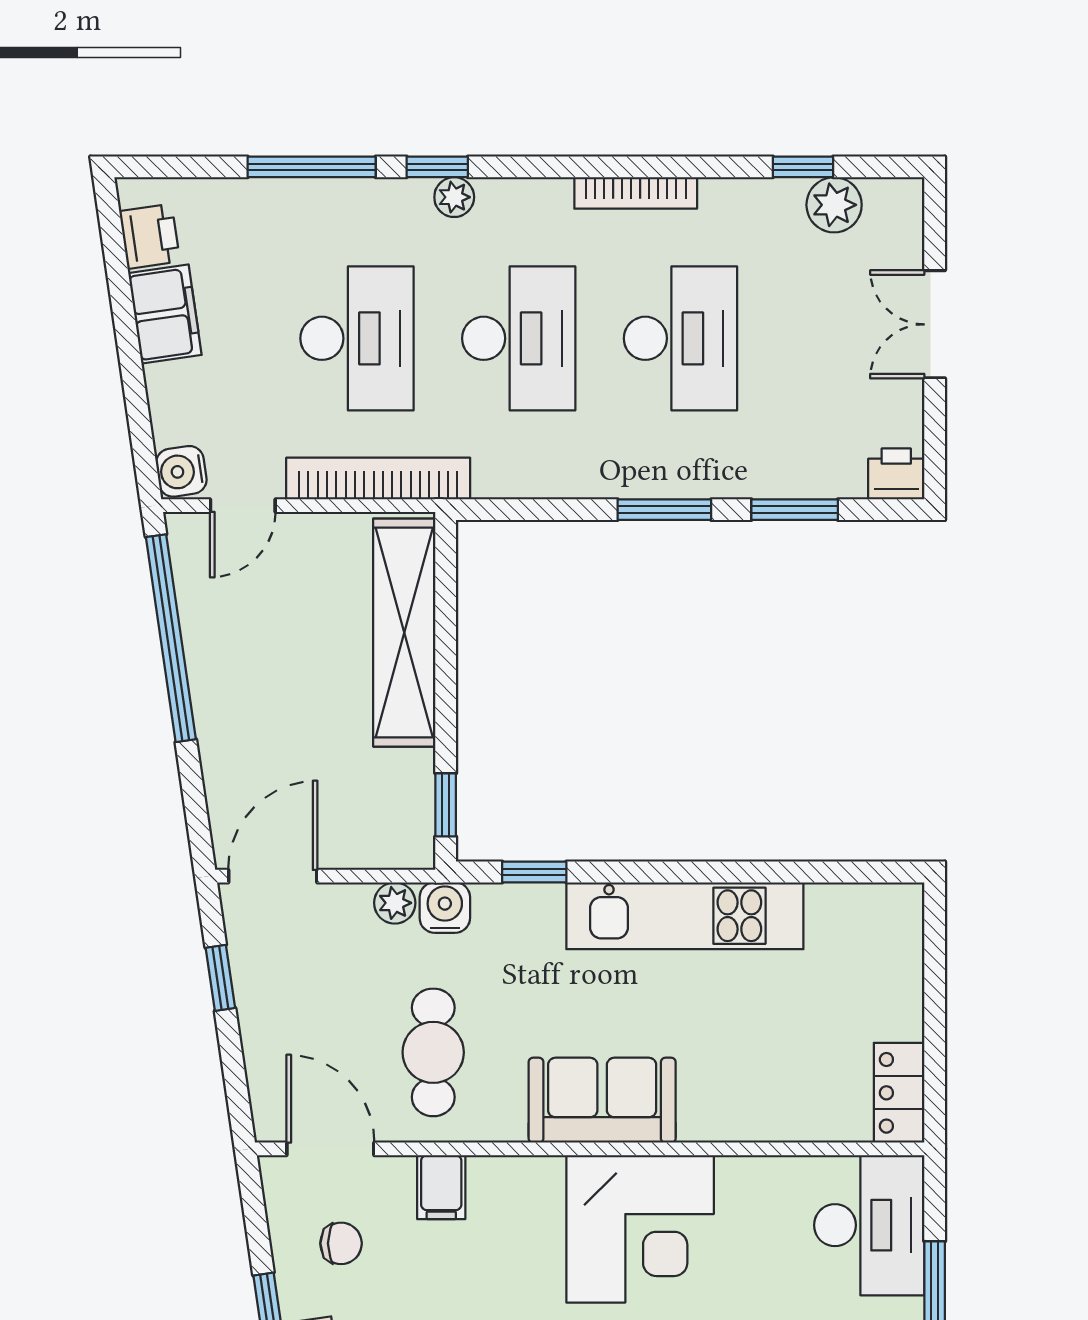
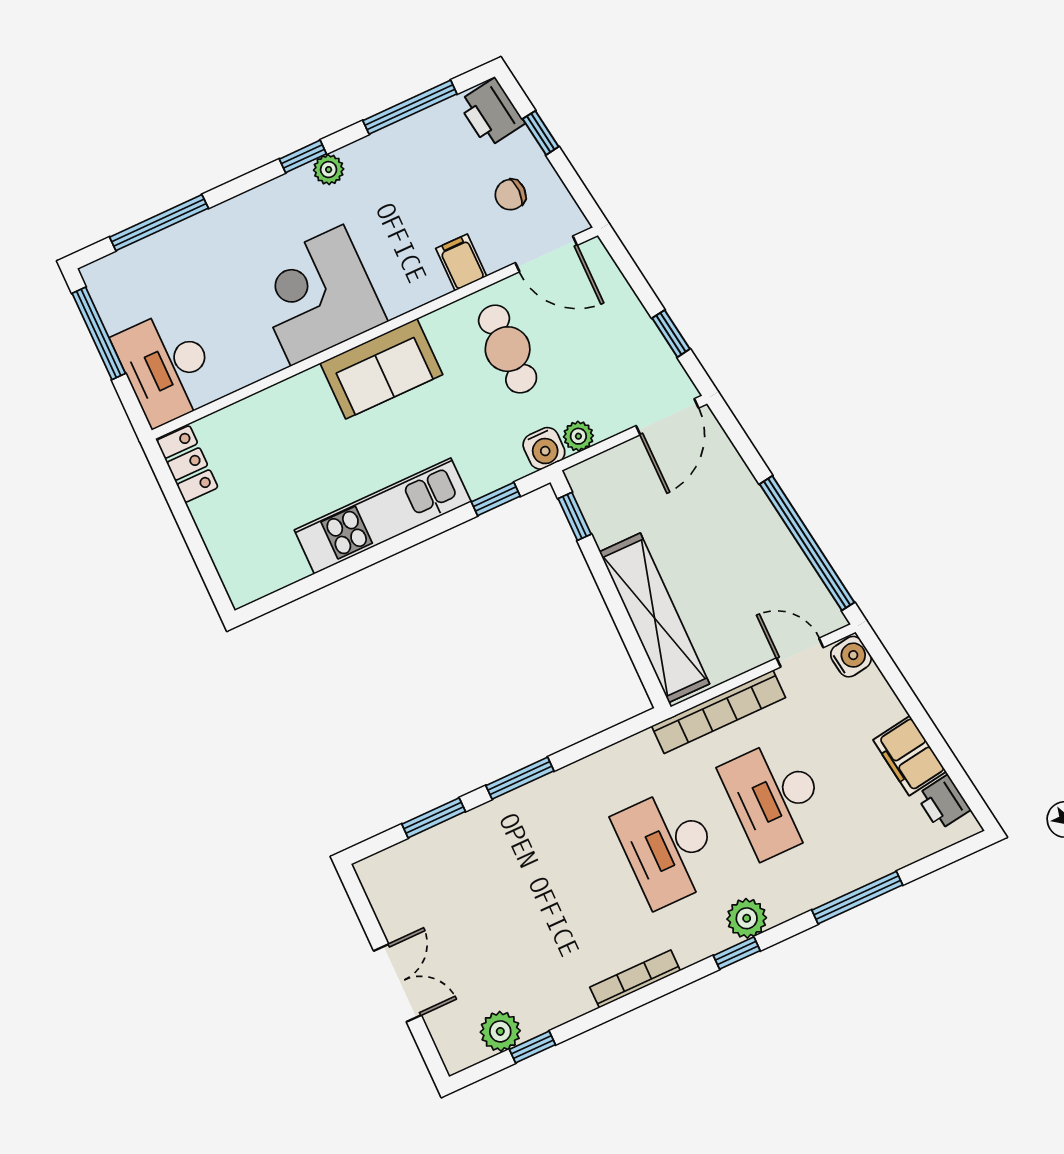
window: (437, 167) -> (737, 953), moved
plant: (454, 197) -> (747, 918), width x1.38, depth x1.38
desk: (680, 338) -> (561, 896), removed
printer: (896, 474) -> (377, 872), removed
door: (243, 506) -> (800, 653), hinge flipped

